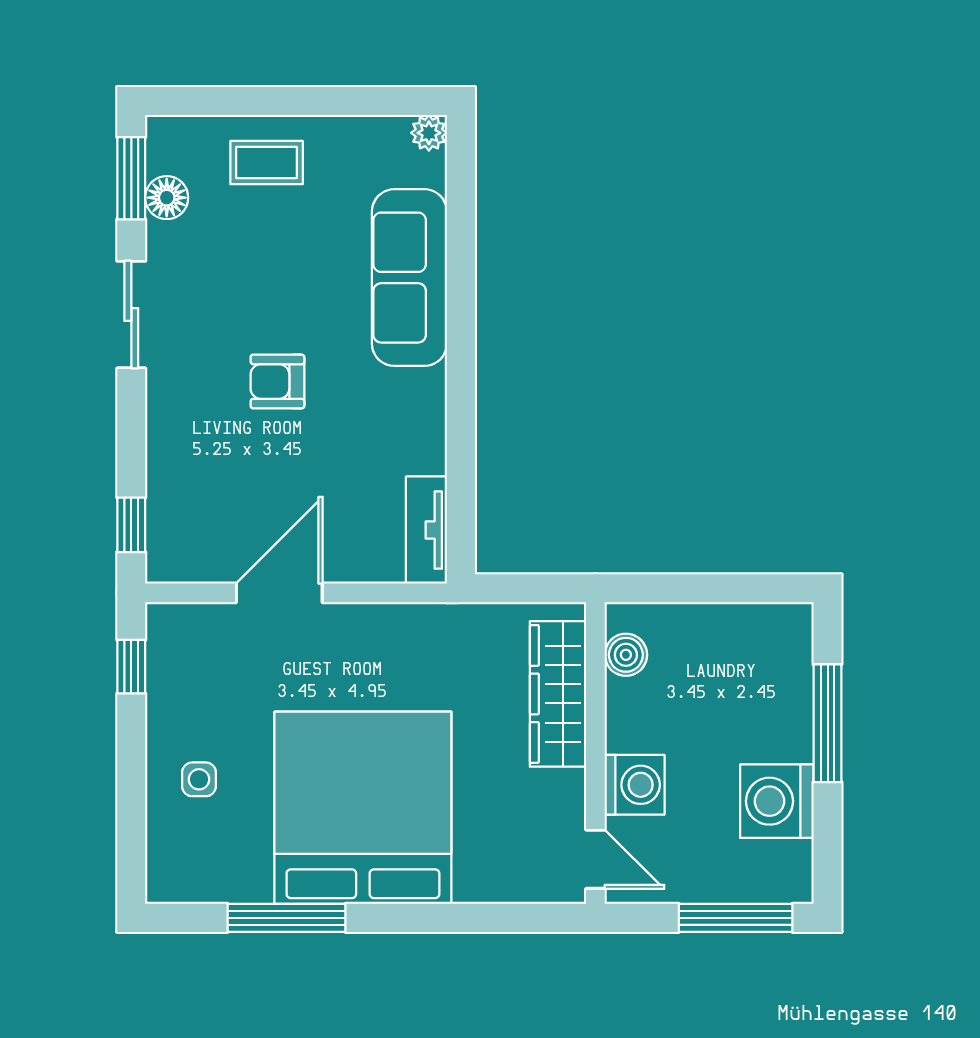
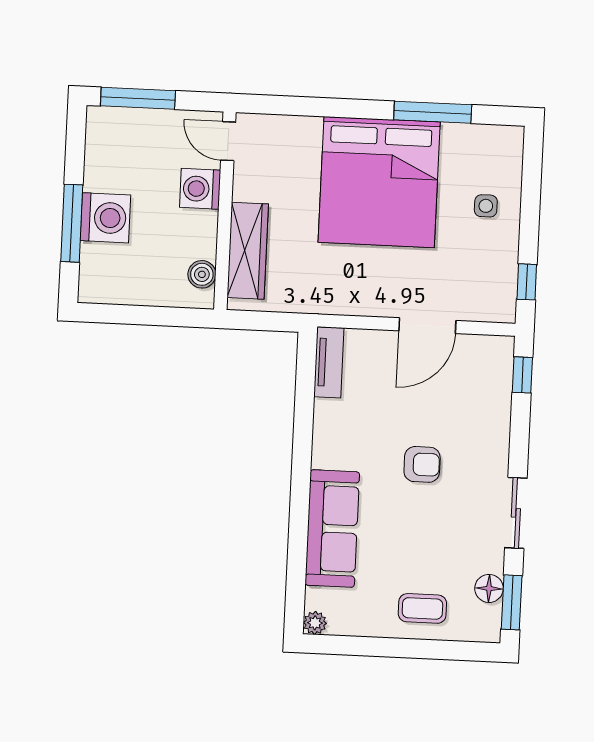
washing machine: (777, 801) -> (105, 218), moved

